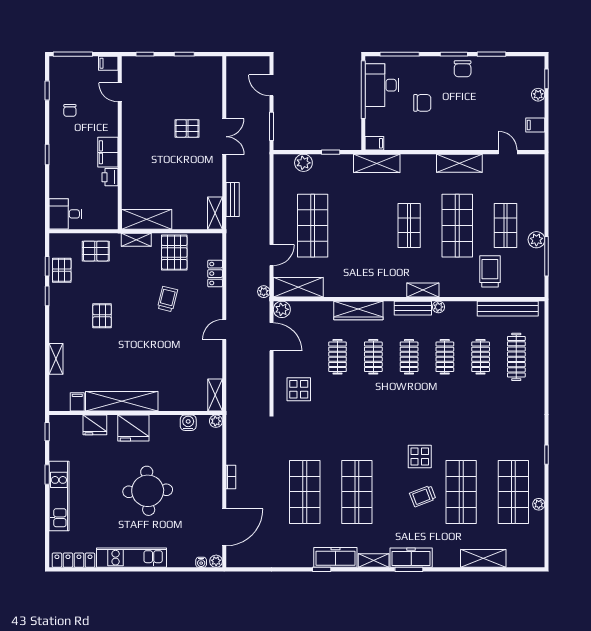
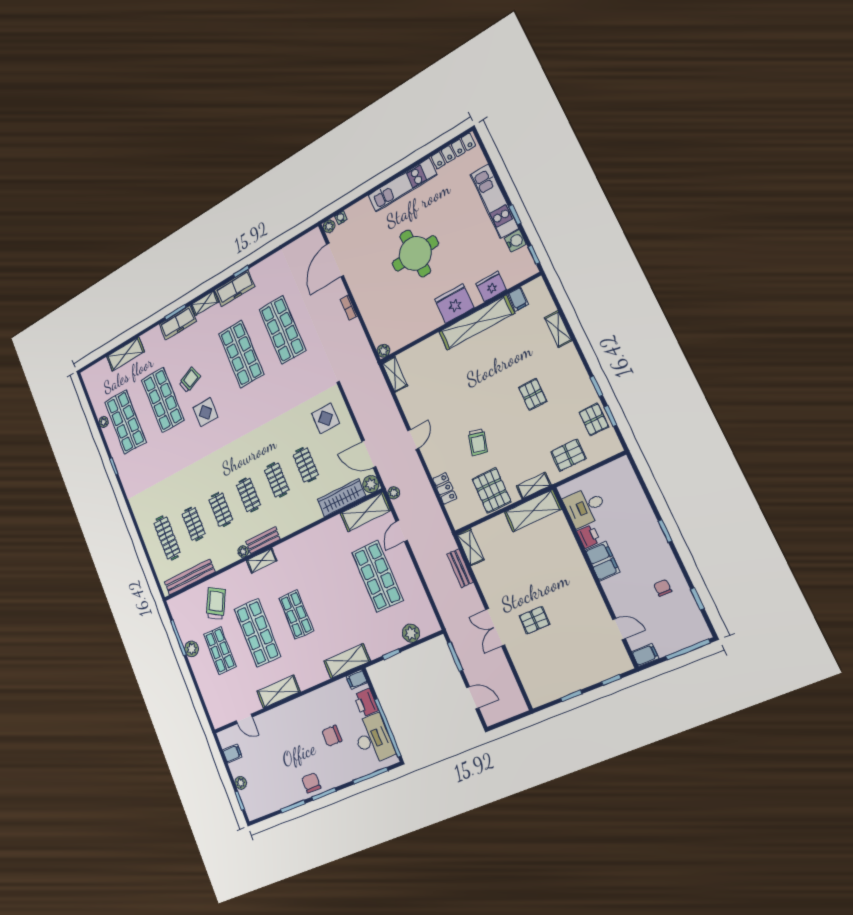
printer: (375, 119) -> (366, 703), added
desk: (65, 214) -> (585, 507), moved, turned 180
trolley: (490, 271) -> (216, 603), turned -151
wardrobe: (358, 310) -> (341, 498), moved
water cooler: (188, 423) -> (515, 241), moved, turned -90

